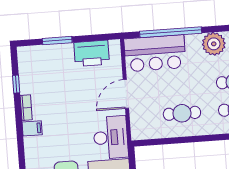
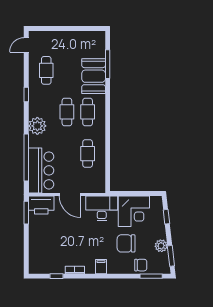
window: (57, 41) -> (26, 213), moved
printer: (92, 53) -> (41, 205), moved, turned 90
filing cabinet: (32, 128) -> (101, 267), moved

